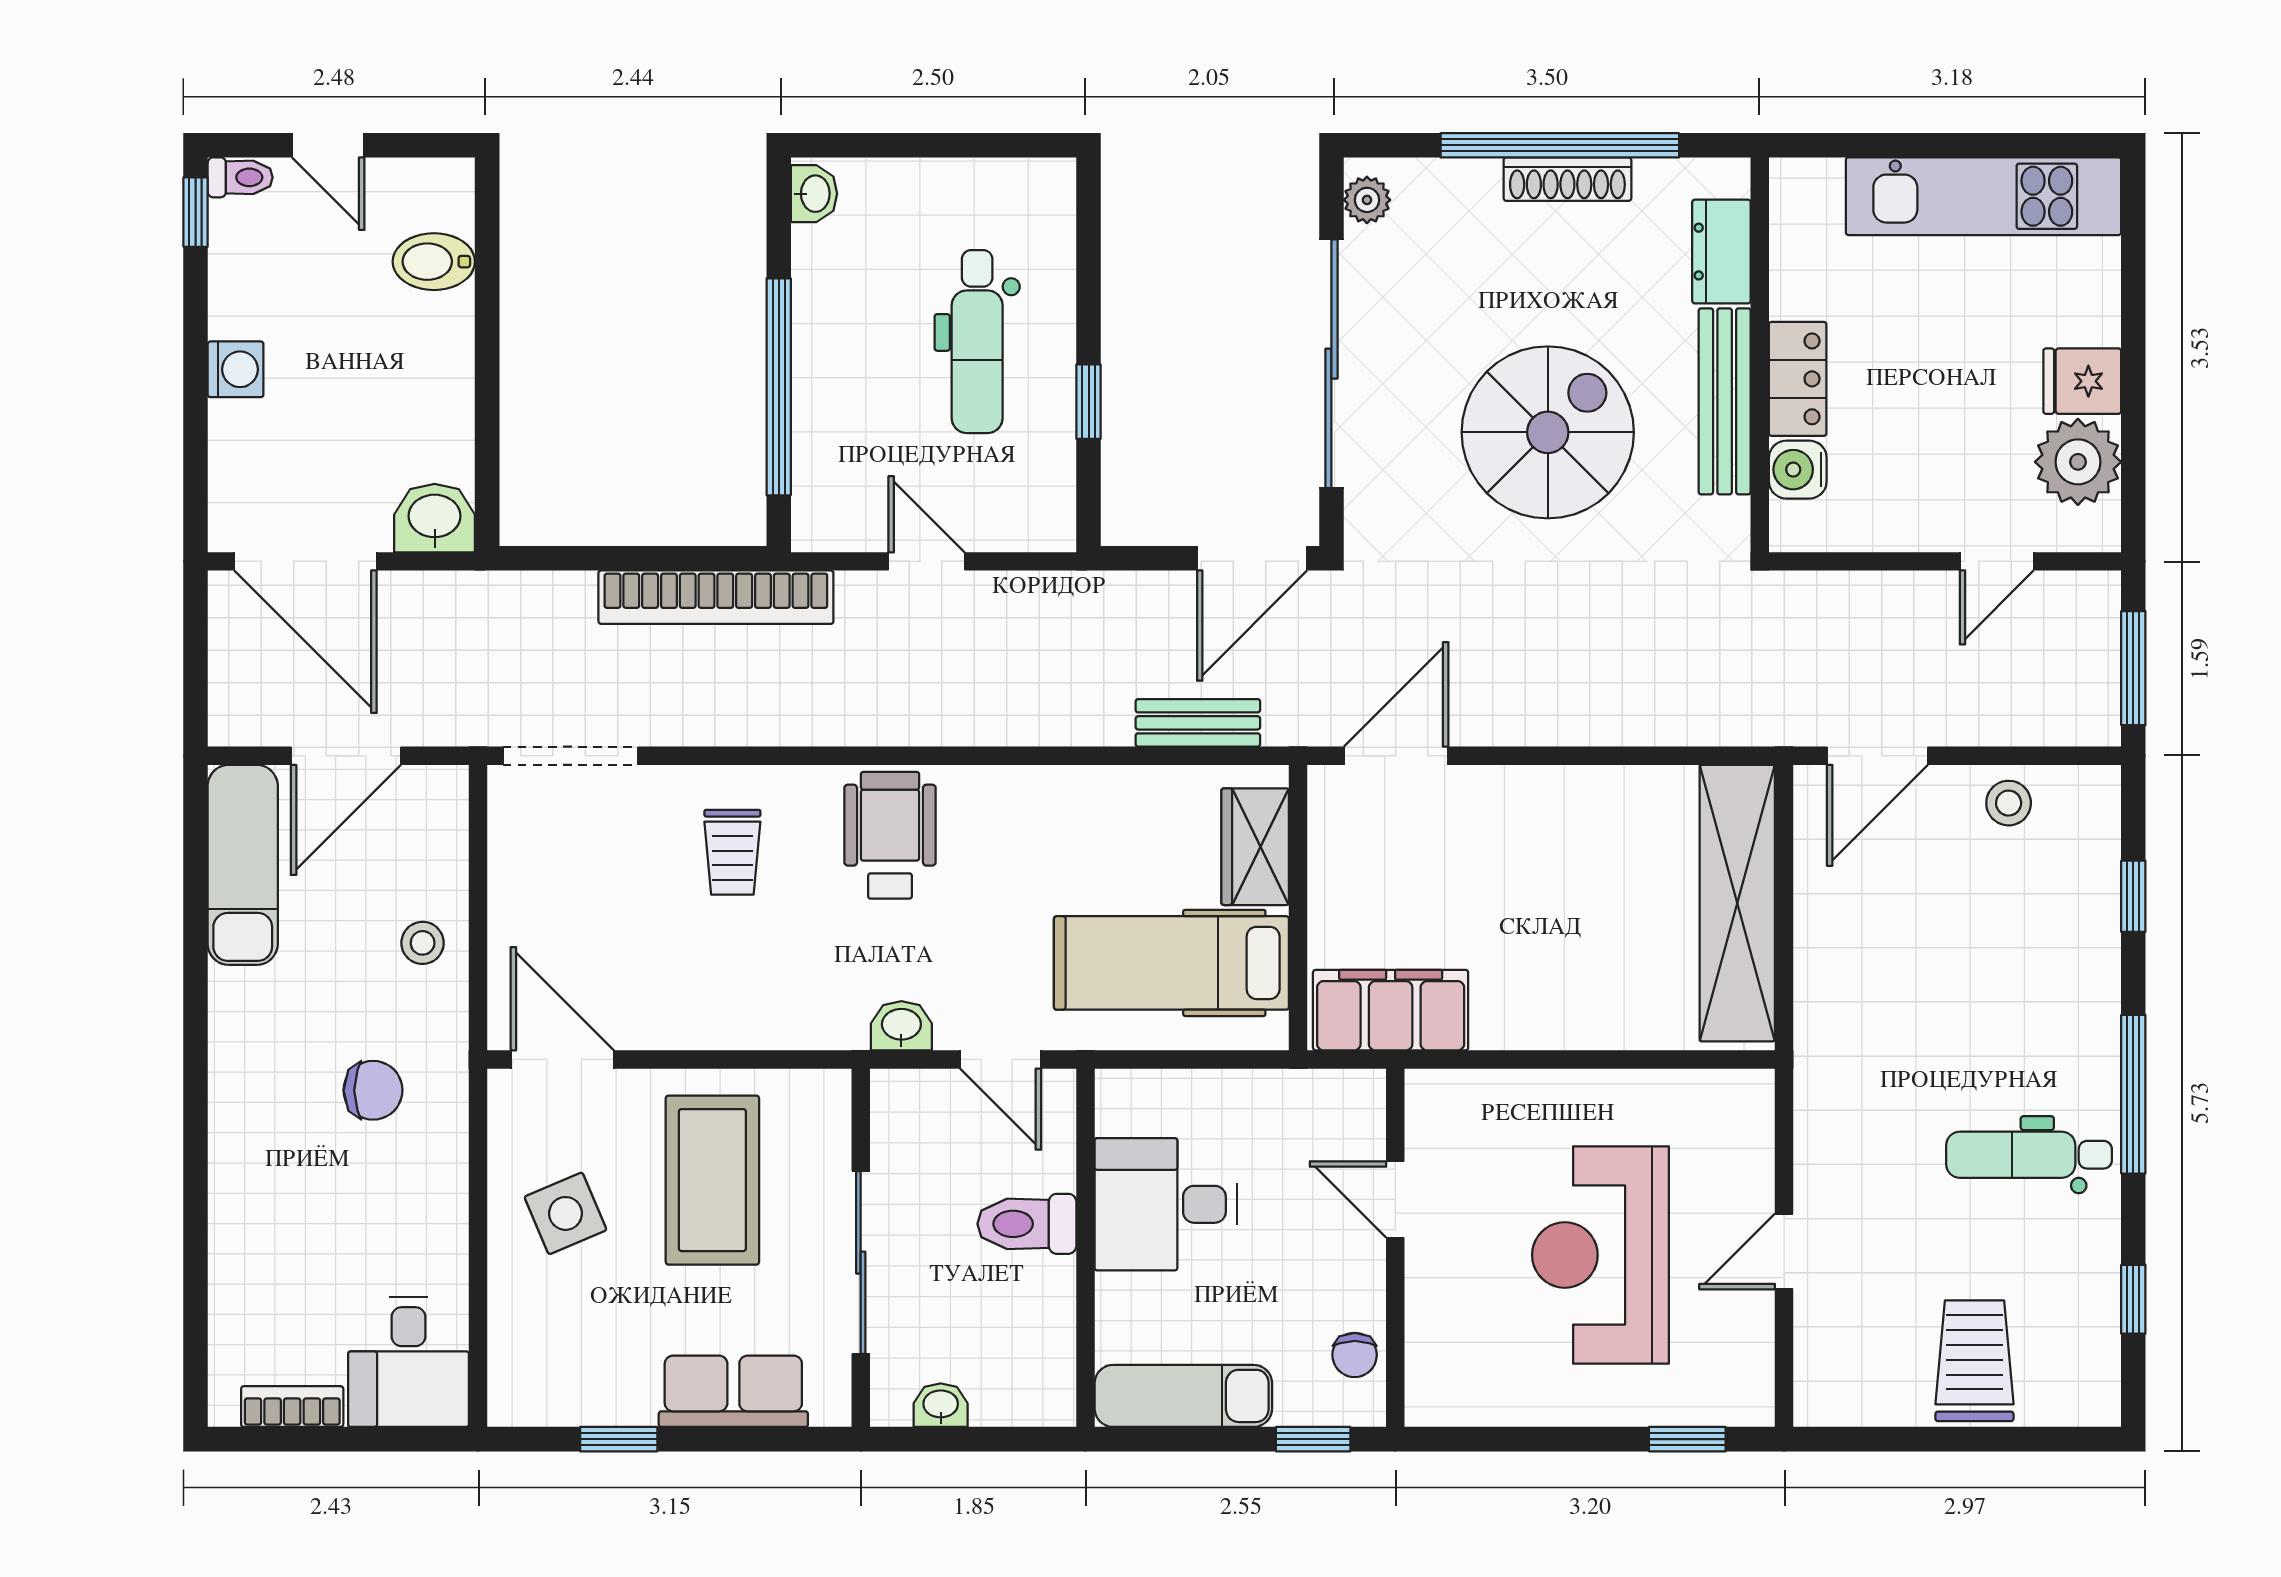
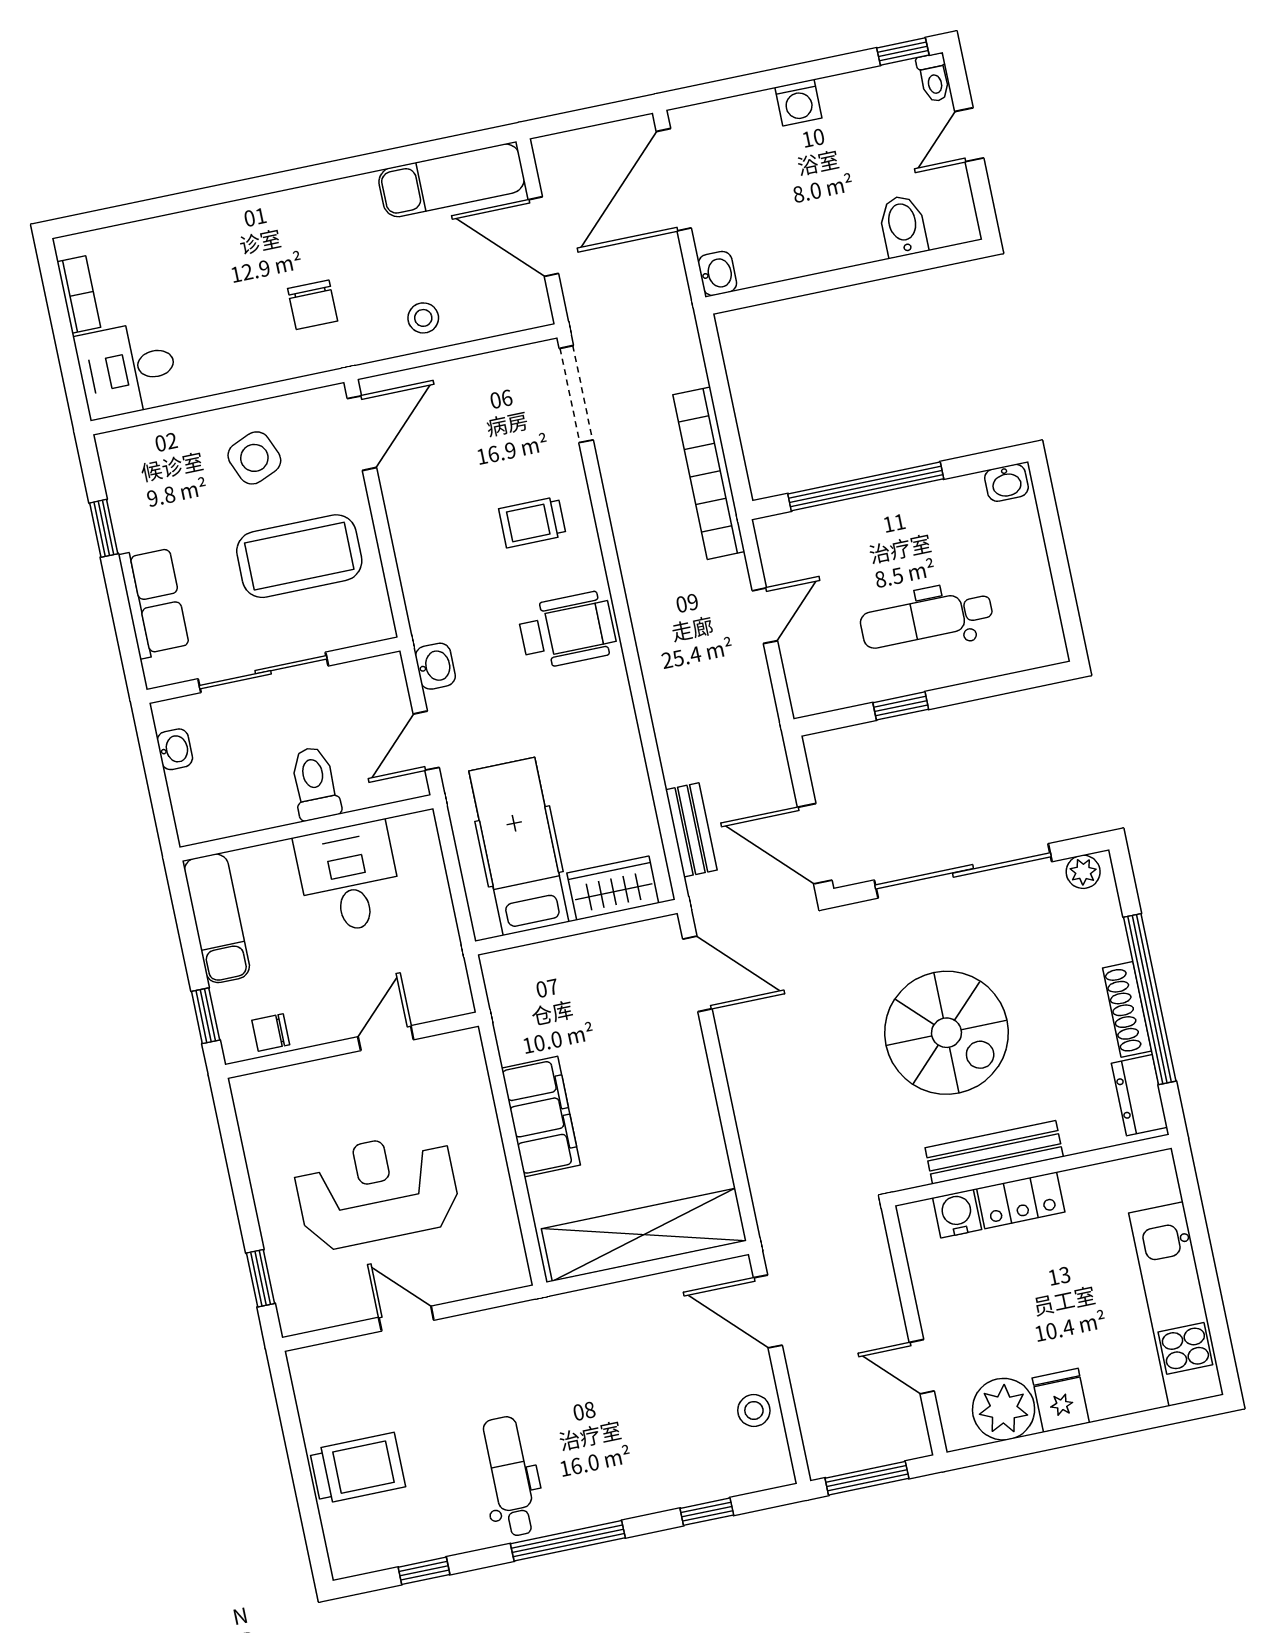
dresser: (1721, 252) -> (1140, 1095), moved, turned -90
washbasin: (435, 518) -> (717, 273), width x0.72, depth x0.69
filing cabinet: (1391, 1010) -> (541, 1117), moved

